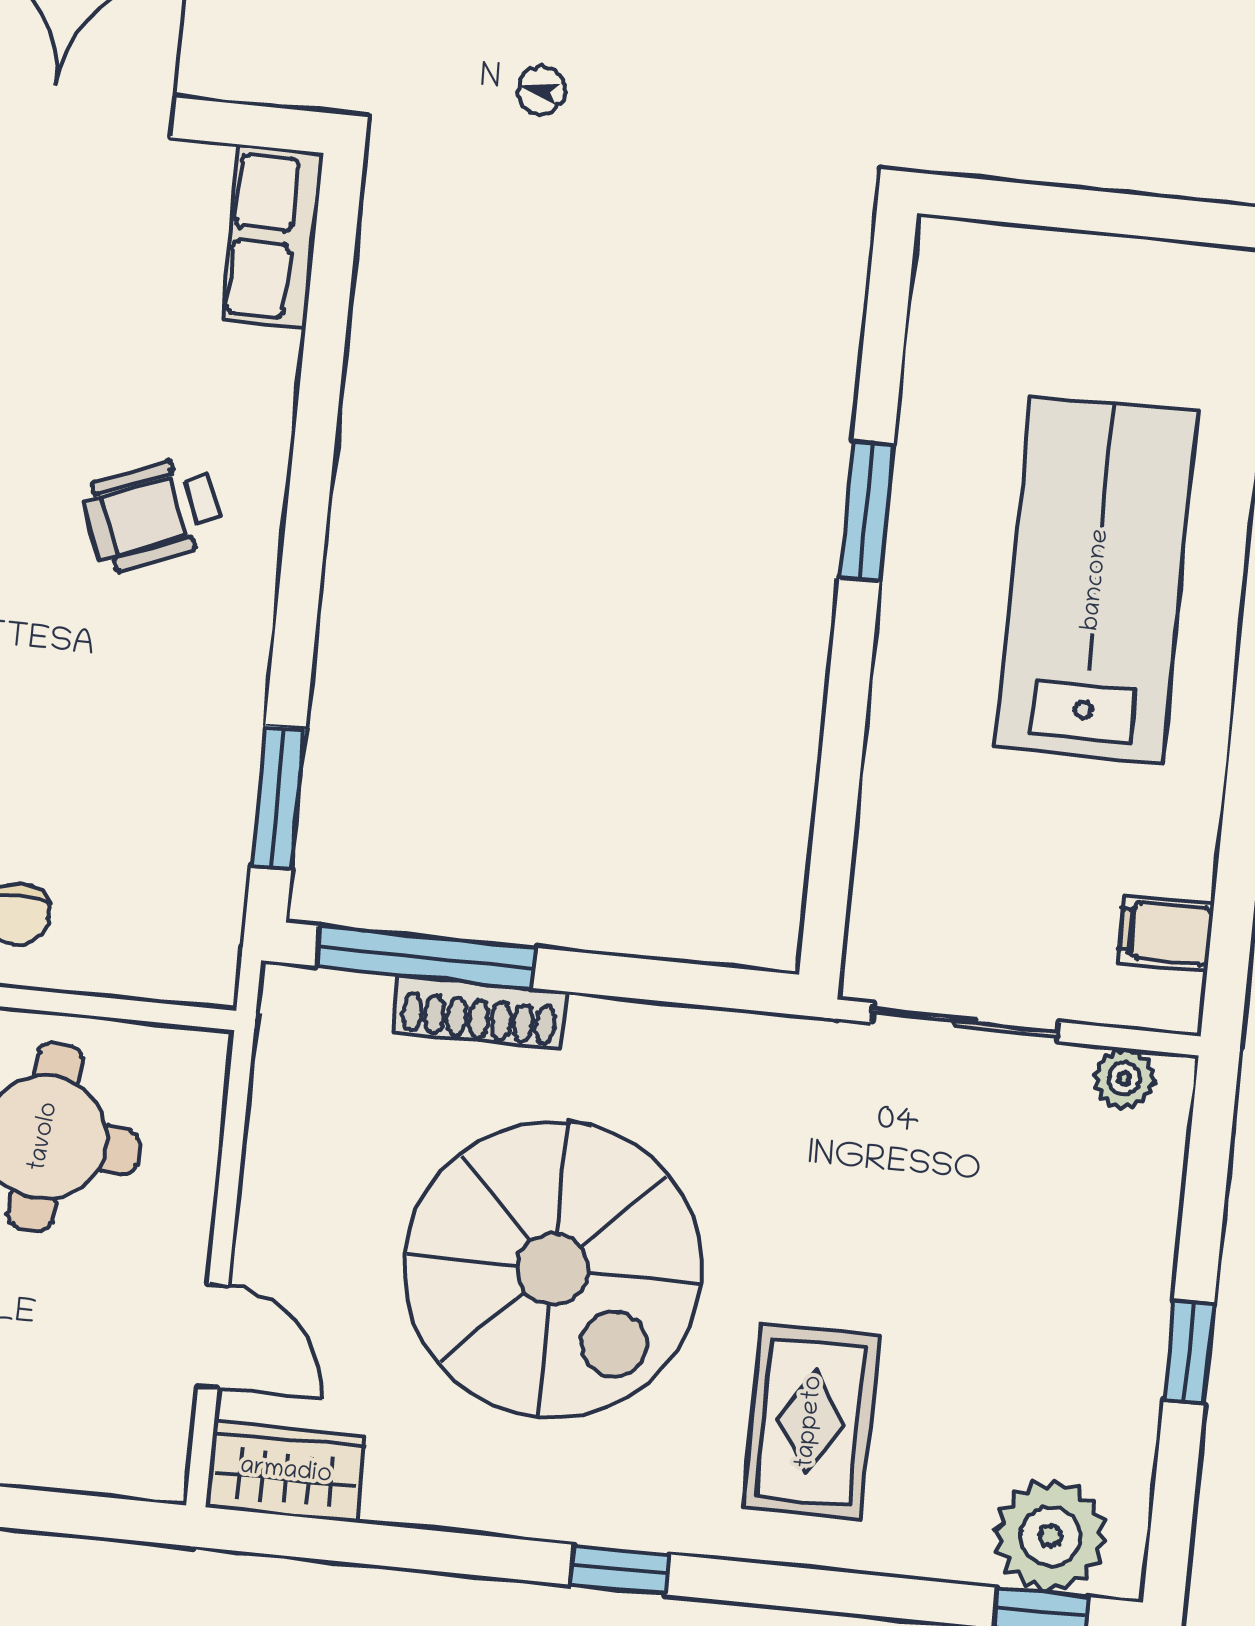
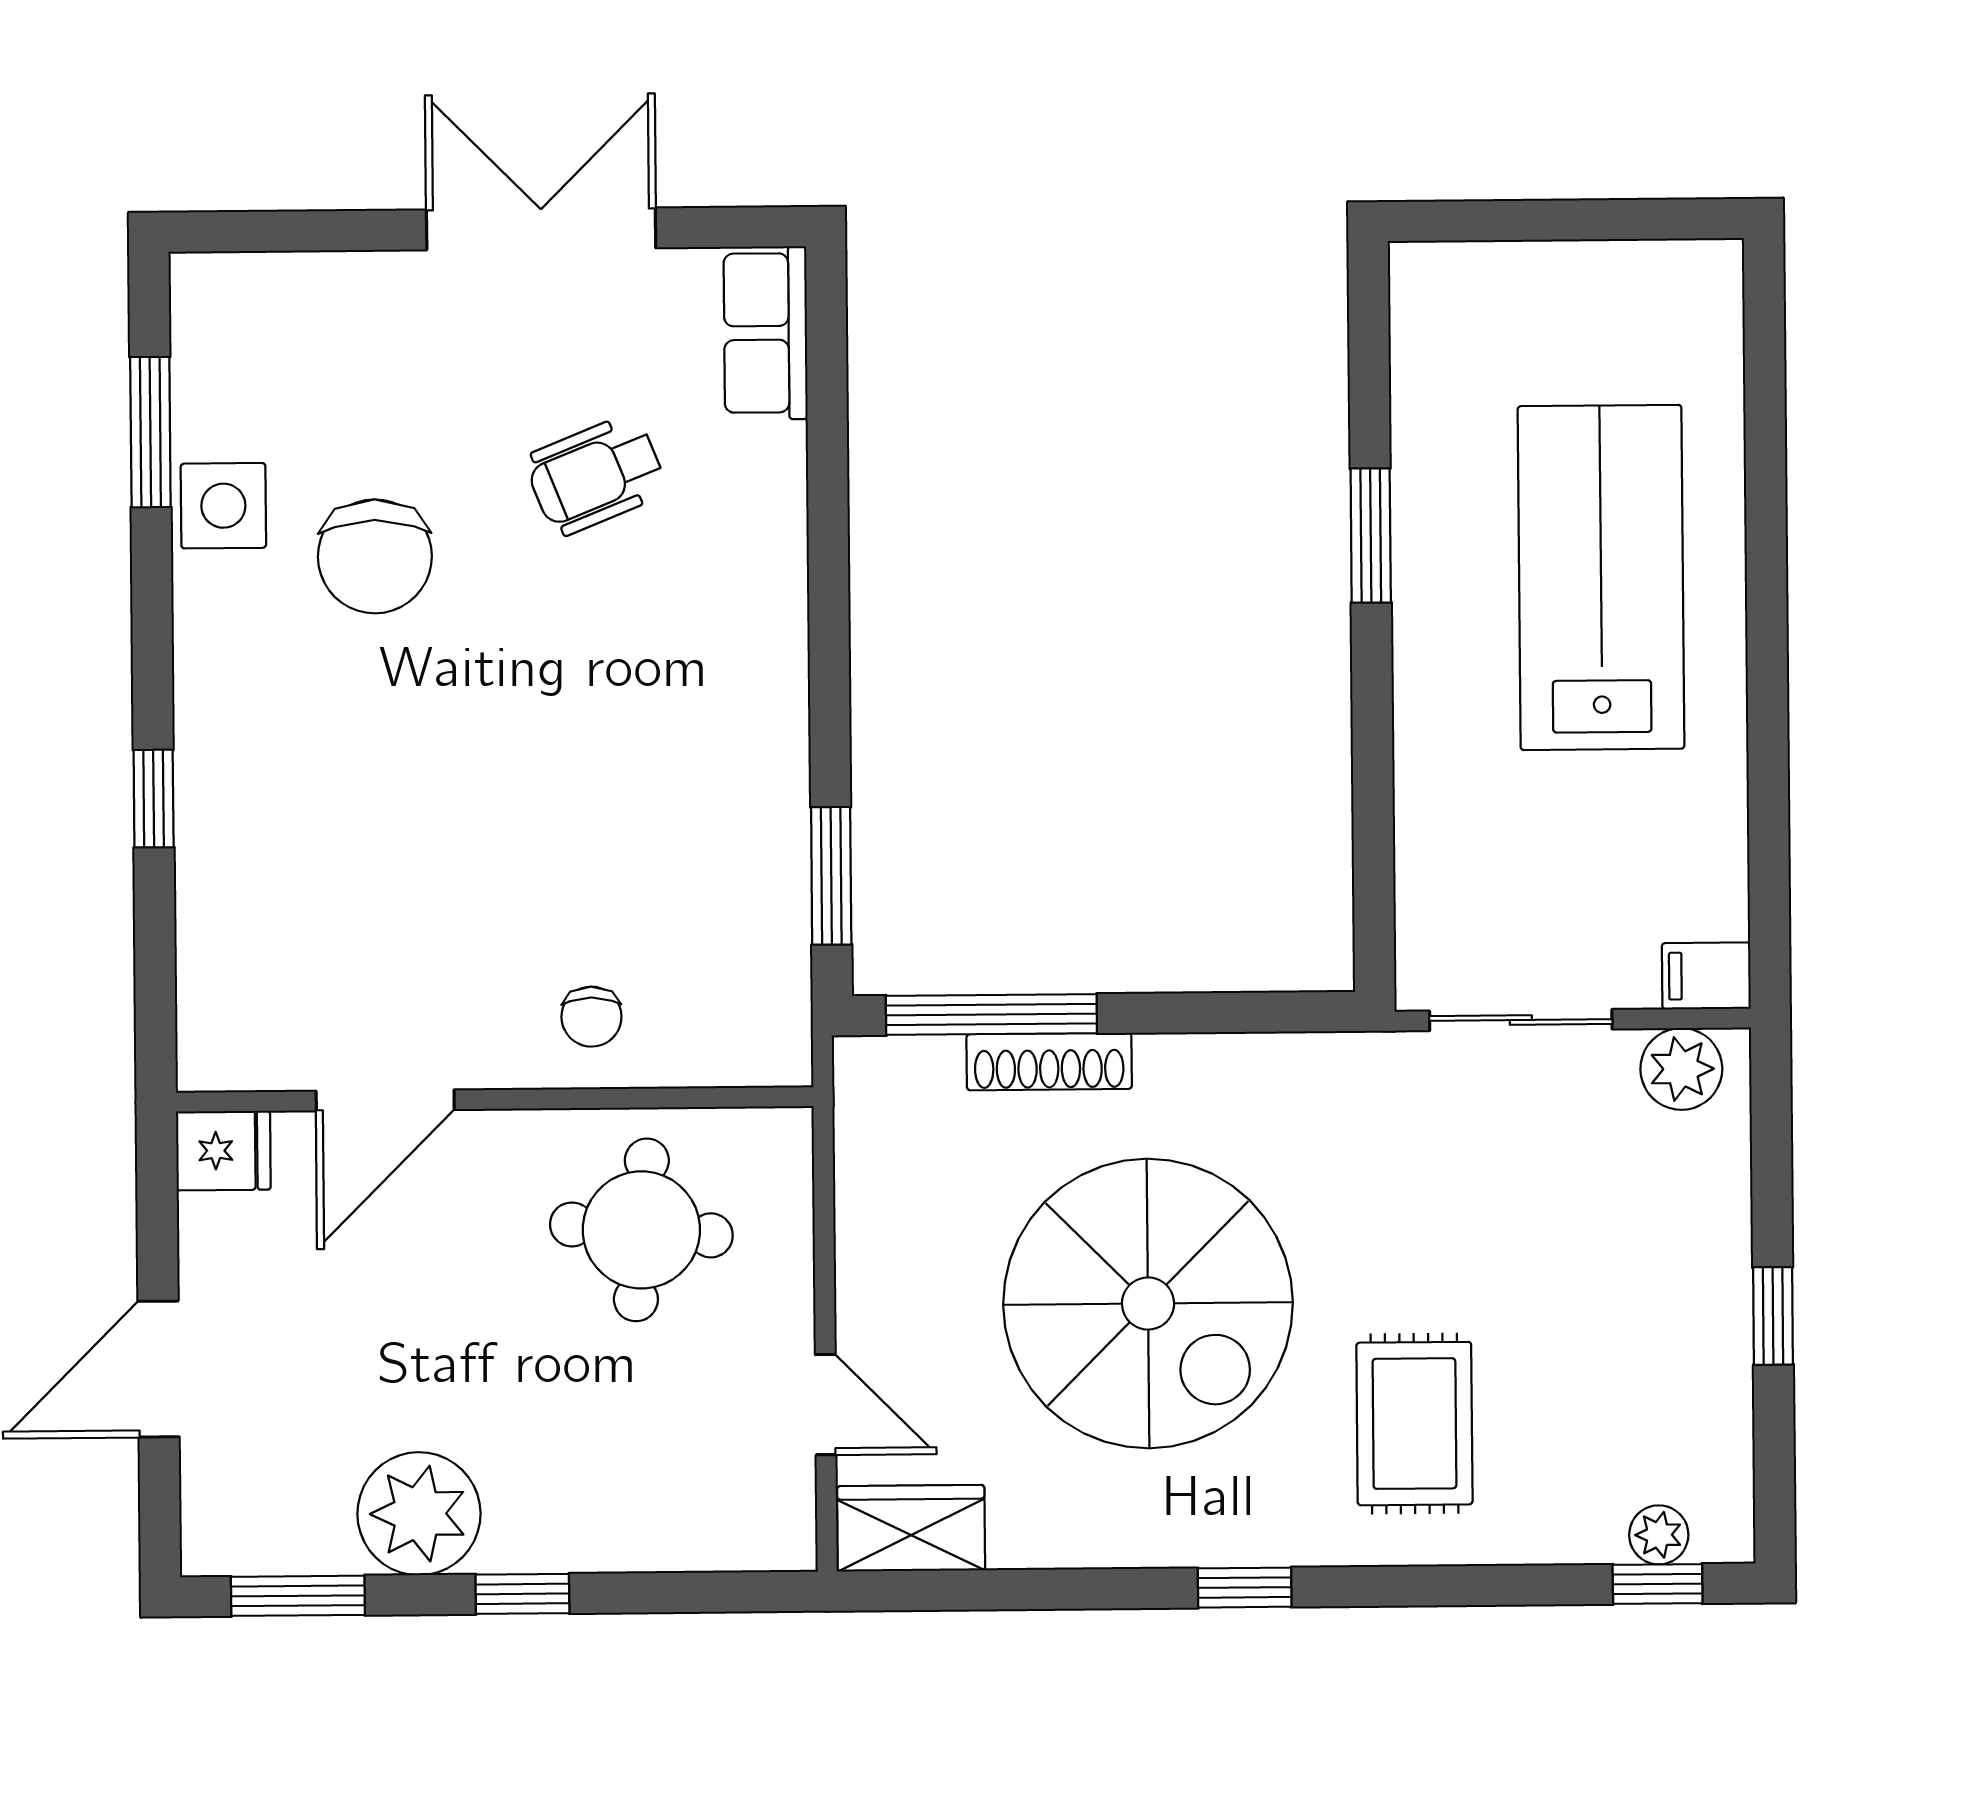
wheelchair: (153, 513) -> (596, 475), moved
filing cabinet: (1166, 933) -> (1706, 976), moved
plant: (1124, 1079) -> (1681, 1069), width x1.38, depth x1.38
plant: (1050, 1536) -> (1659, 1535), width x0.53, depth x0.53

